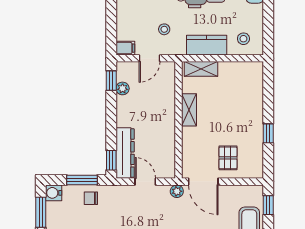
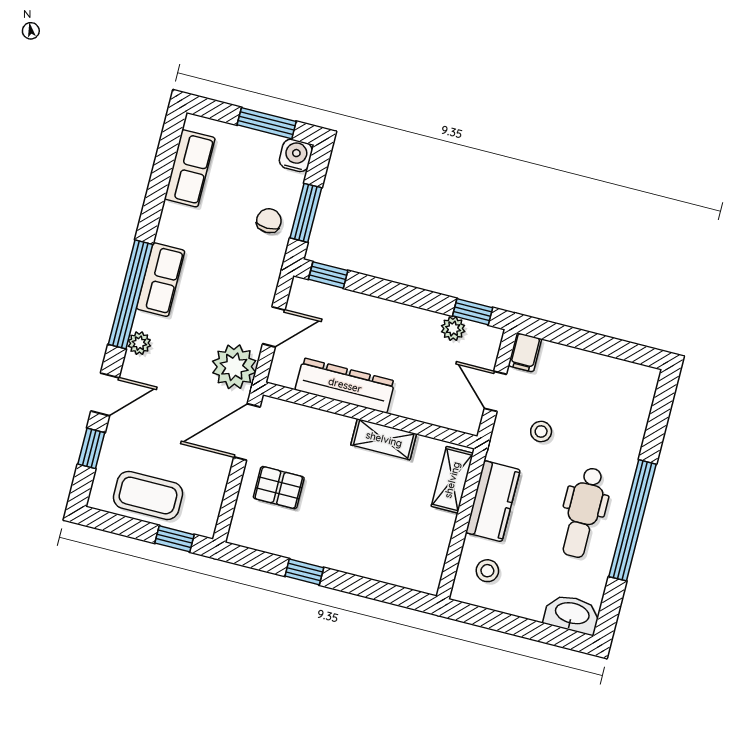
dresser: (125, 153) -> (345, 385), moved, turned 180
plant: (177, 191) -> (234, 367), width x1.88, depth x1.88

